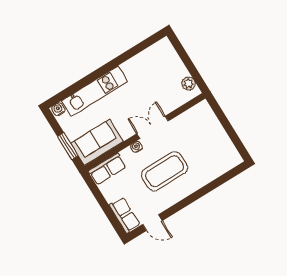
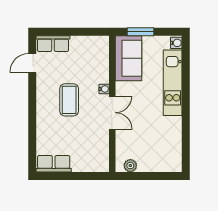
row of seats: (107, 169) -> (54, 164), moved, turned 90
coffee table: (165, 171) -> (69, 100), width x0.73, depth x0.76

